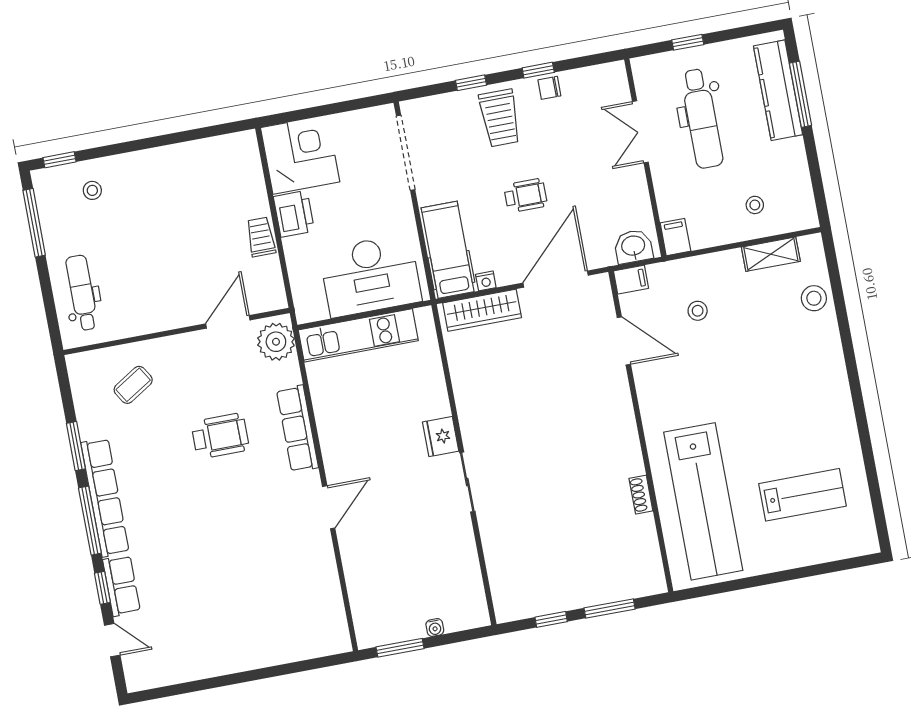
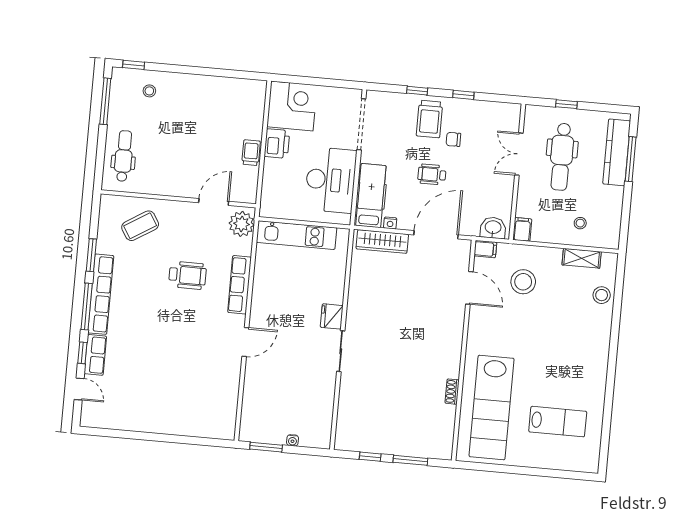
chair: (549, 88) -> (453, 139), moved
wheelchair: (526, 195) -> (432, 174), turned 180
desk: (370, 276) -> (331, 180), moved, turned -90
stool: (698, 311) -> (523, 282), width x1.89, depth x1.89
coffee table: (133, 385) -> (140, 226), width x1.36, depth x1.30

